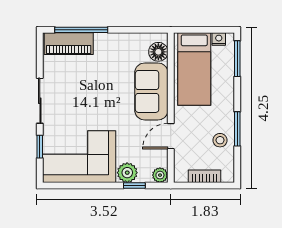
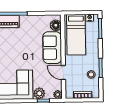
door: (171, 136) -> (63, 73), hinge flipped

